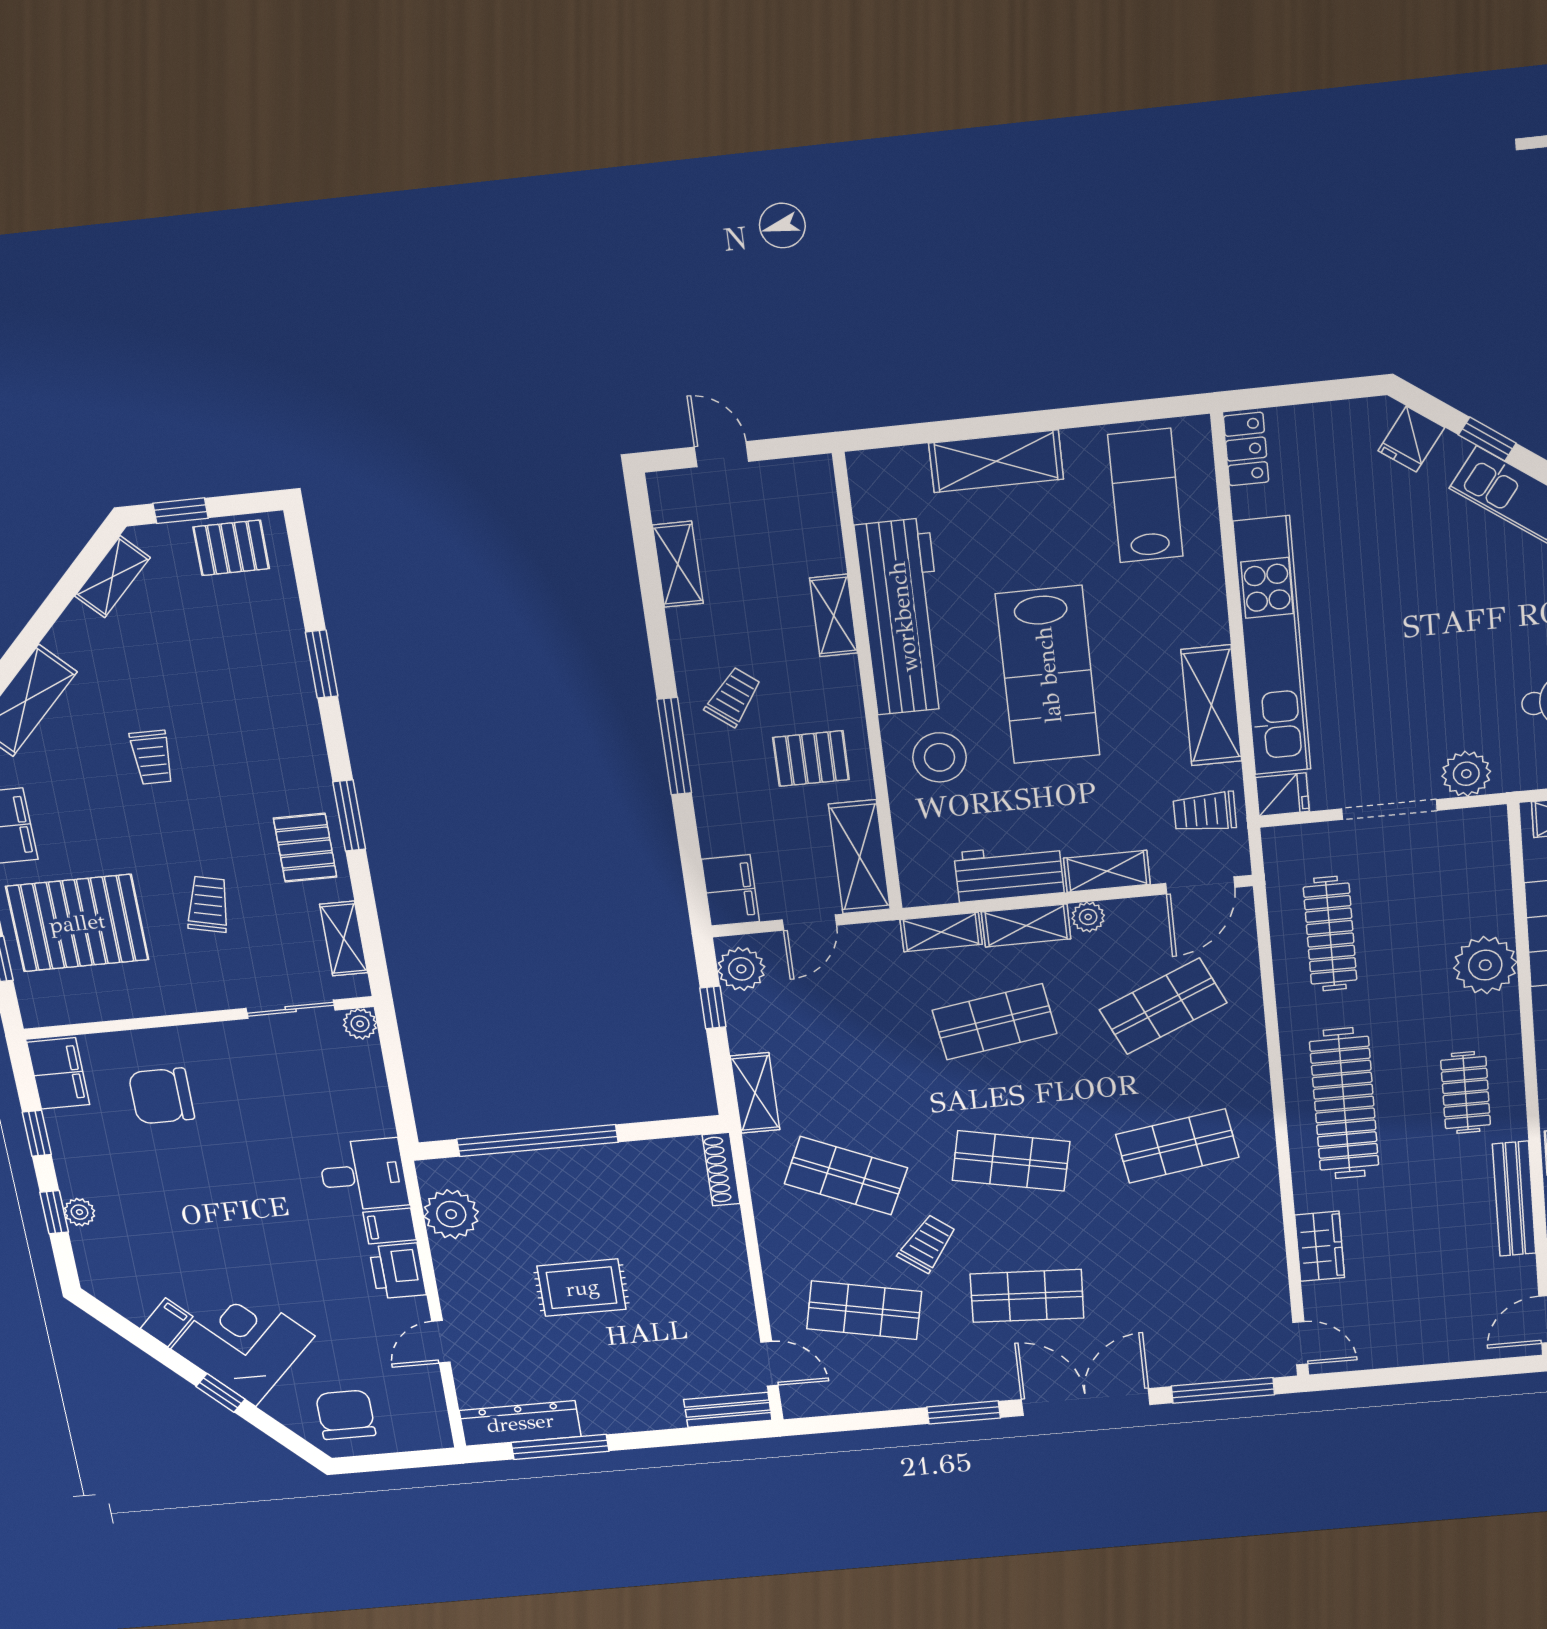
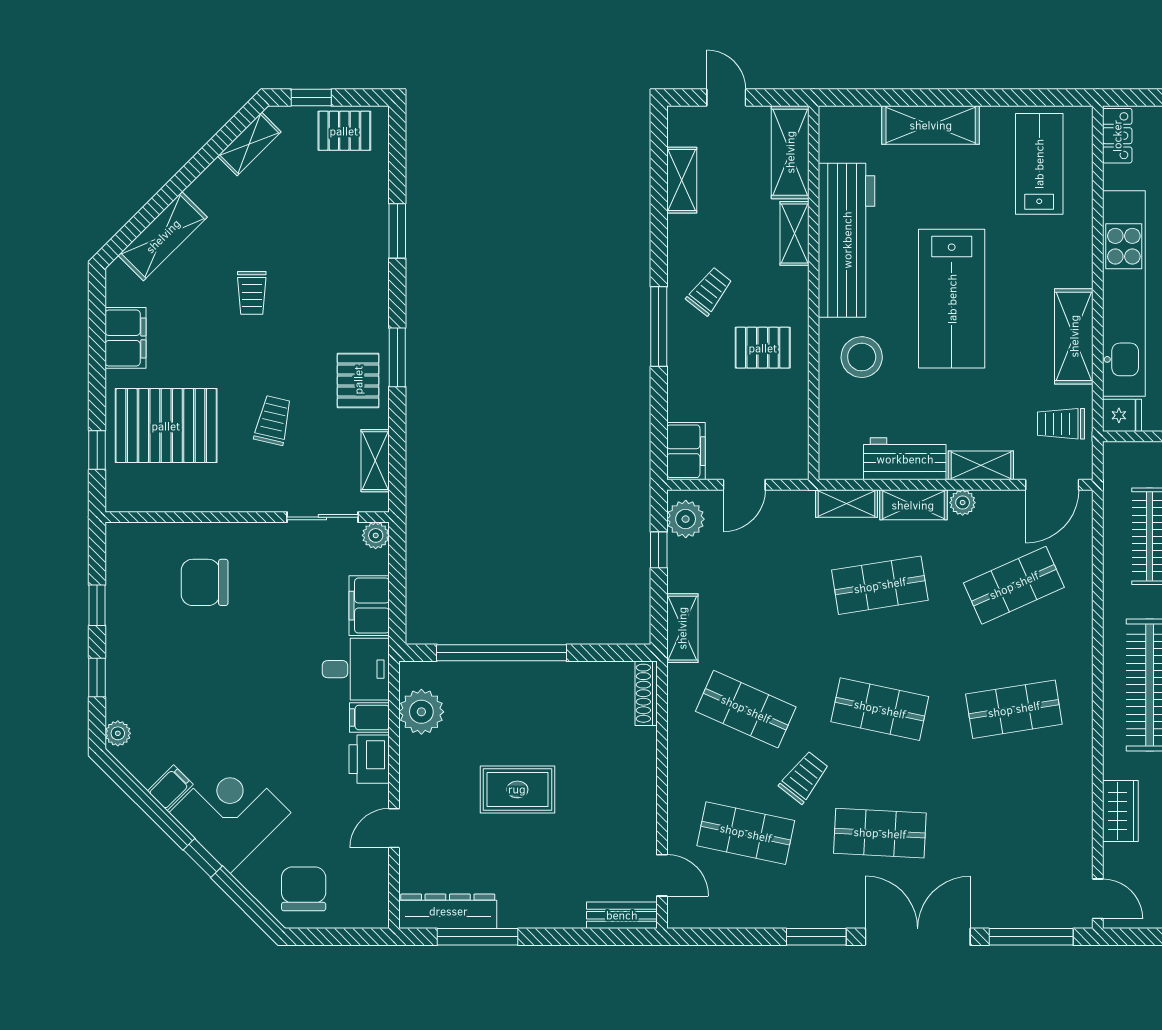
shelving: (859, 857) -> (790, 152), moved
filing cabinet: (58, 1073) -> (369, 606), moved, turned 180
plant: (79, 1212) -> (118, 733), moved

